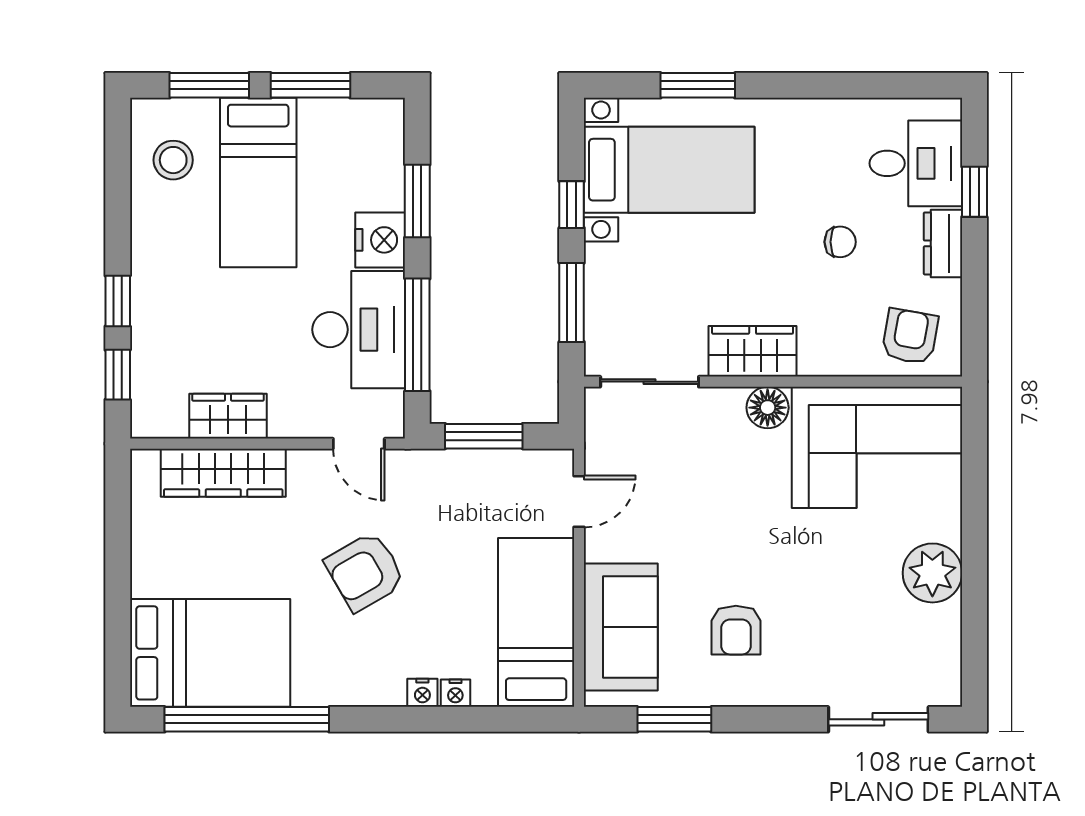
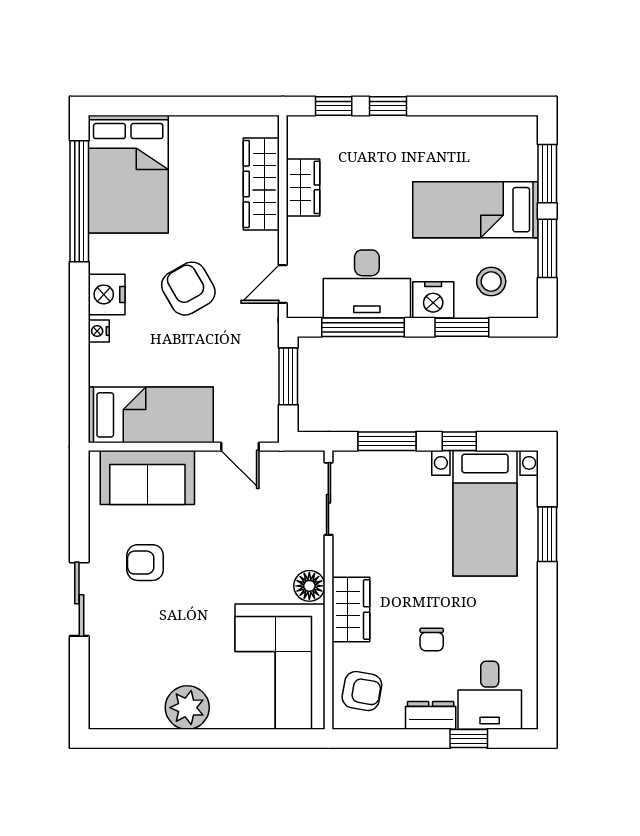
stool: (173, 160) -> (491, 281), moved
wardrobe: (753, 351) -> (351, 609), moved
nightstand: (455, 693) -> (107, 294), moved, width x1.89, depth x1.79
window: (674, 719) -> (79, 517), removed
sliding door: (878, 719) -> (79, 599), moved

